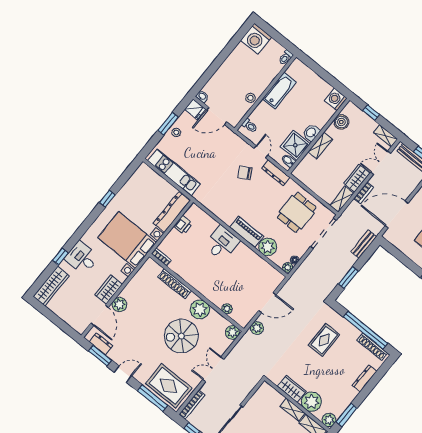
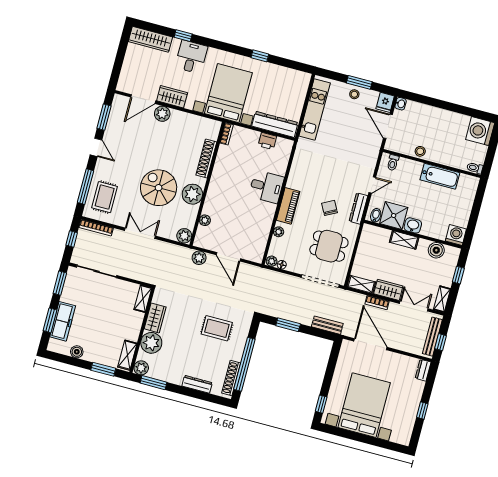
chair: (245, 173) -> (330, 208), moved
plant: (268, 247) -> (279, 232), width x0.53, depth x0.53
dresser: (101, 344) -> (116, 113), removed
rug: (169, 386) -> (105, 197), width x0.73, depth x0.70
shelving: (293, 410) -> (143, 299), moved

